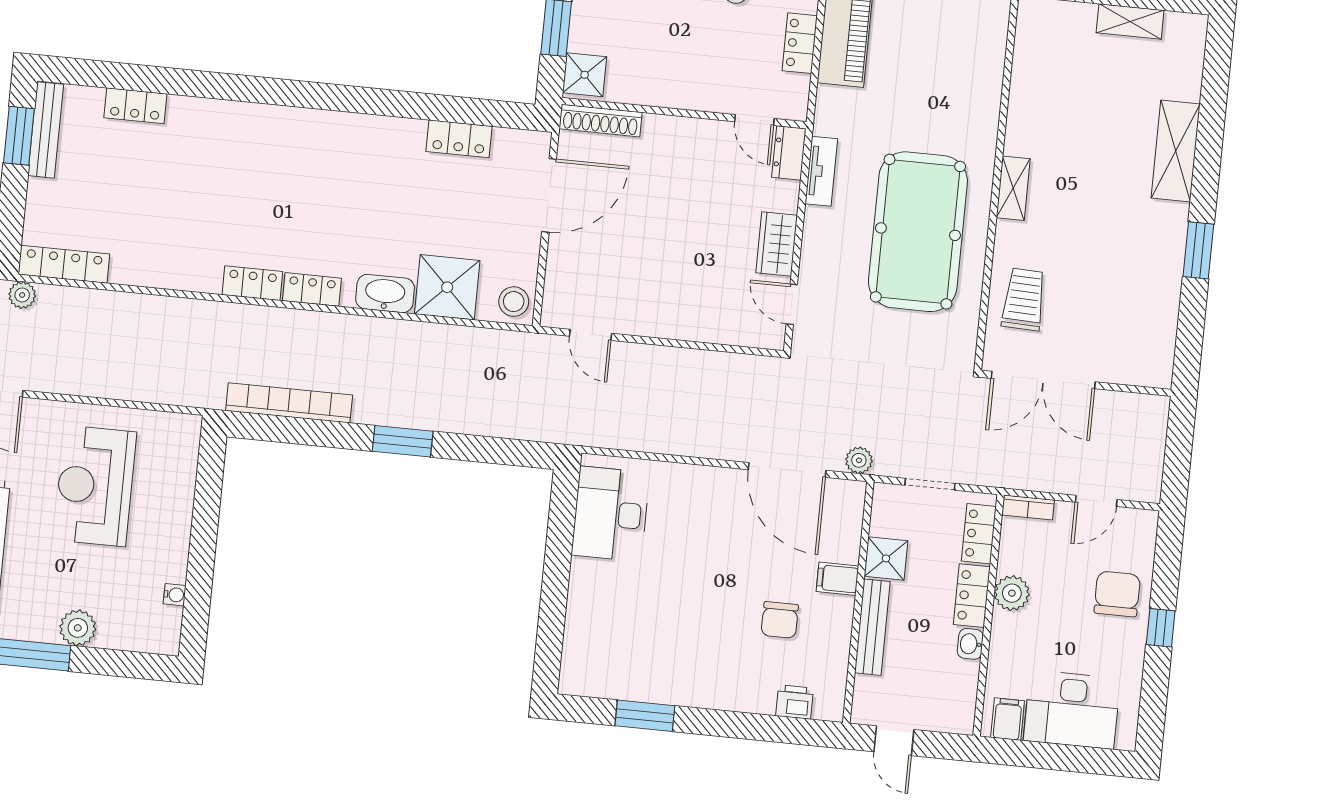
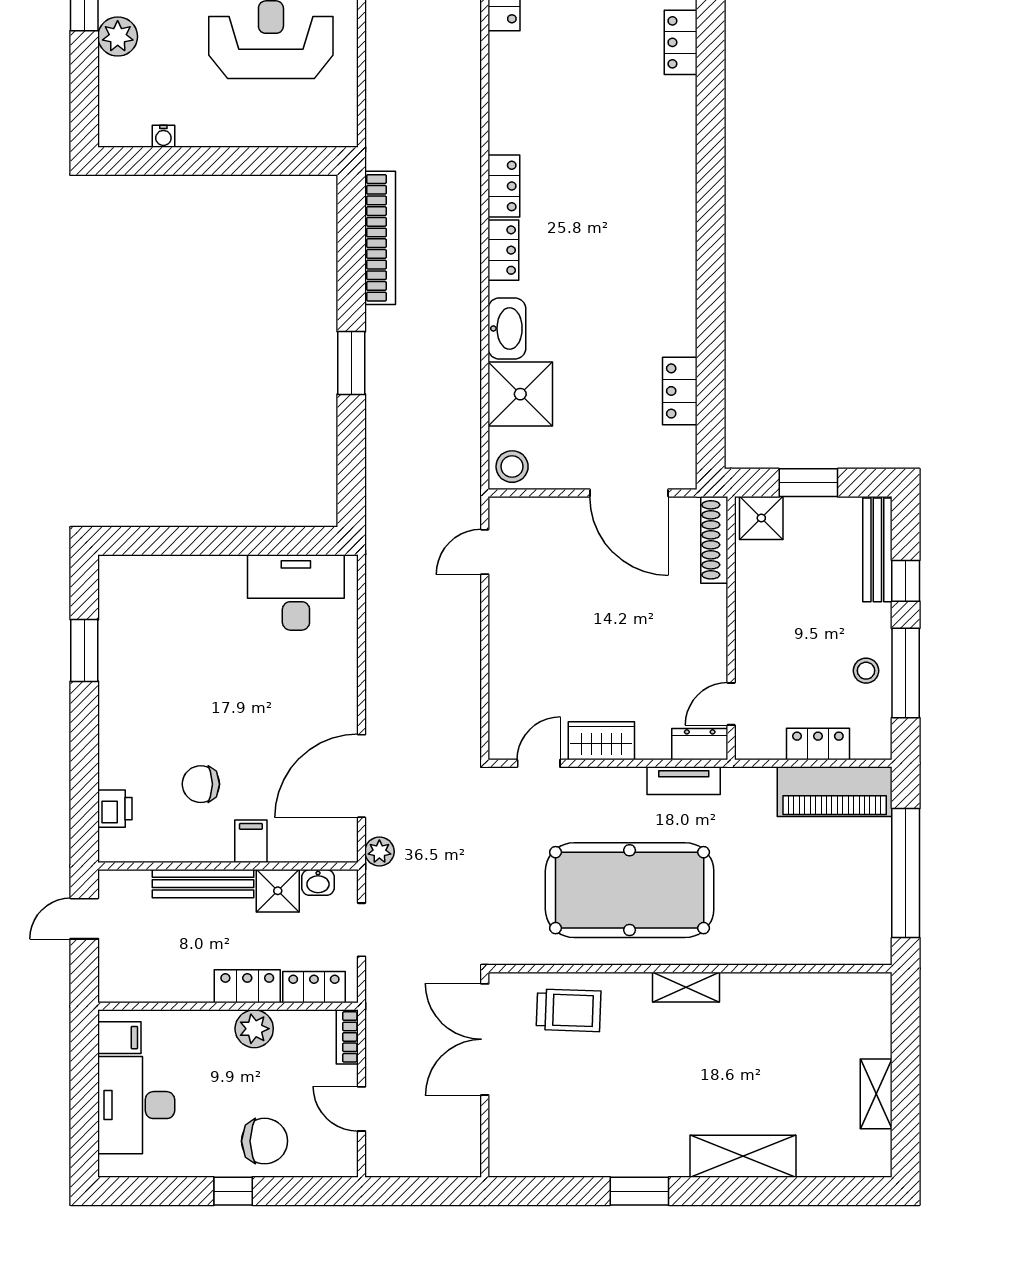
washbasin: (970, 644) -> (318, 882), moved, turned 180

